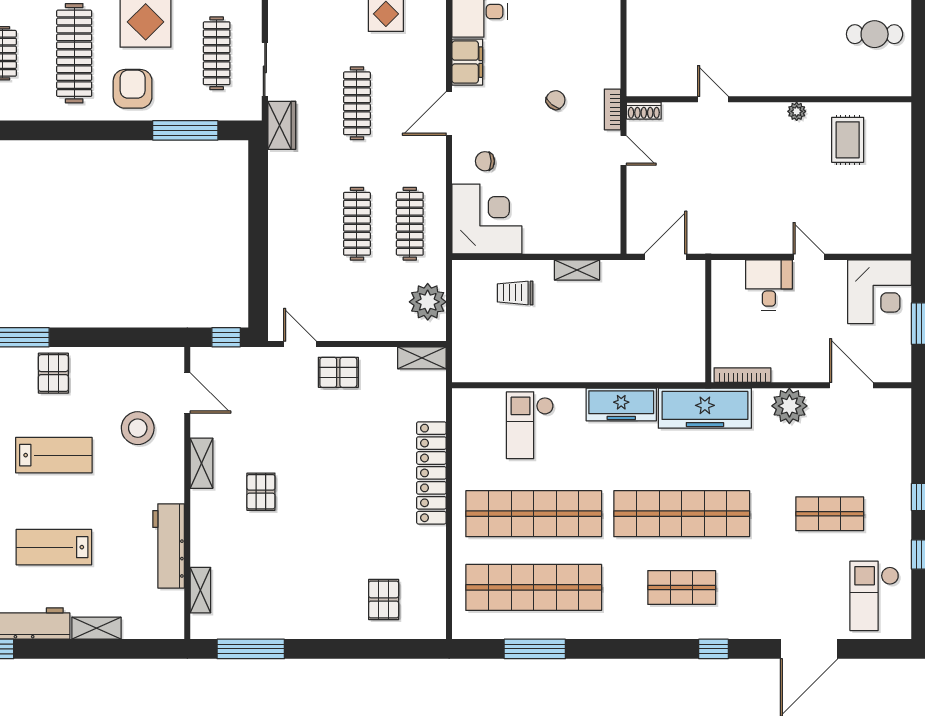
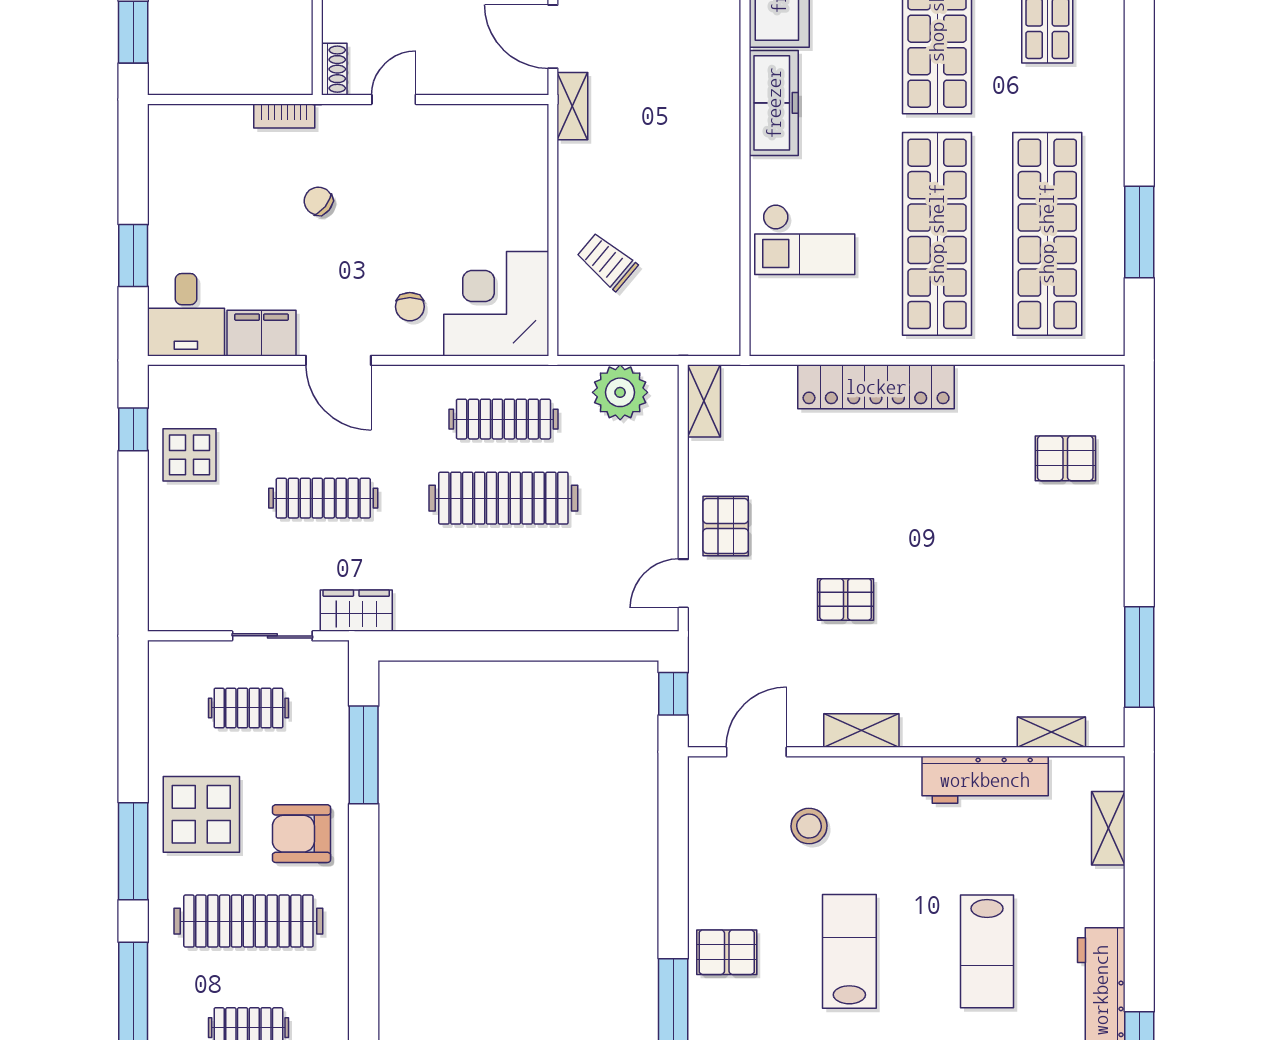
clothes rail: (217, 53) -> (248, 708), width x0.73
bookcase: (612, 109) -> (284, 116), moved
clothes rail: (357, 224) -> (503, 498), width x1.37, depth x1.31
shelving: (577, 270) -> (572, 106), moved
trolley: (515, 293) -> (607, 262), turned 130
stool: (138, 428) -> (809, 826), width x0.73, depth x0.73
pallet: (261, 492) -> (846, 599), moved
shelving: (96, 628) -> (1108, 828), moved

